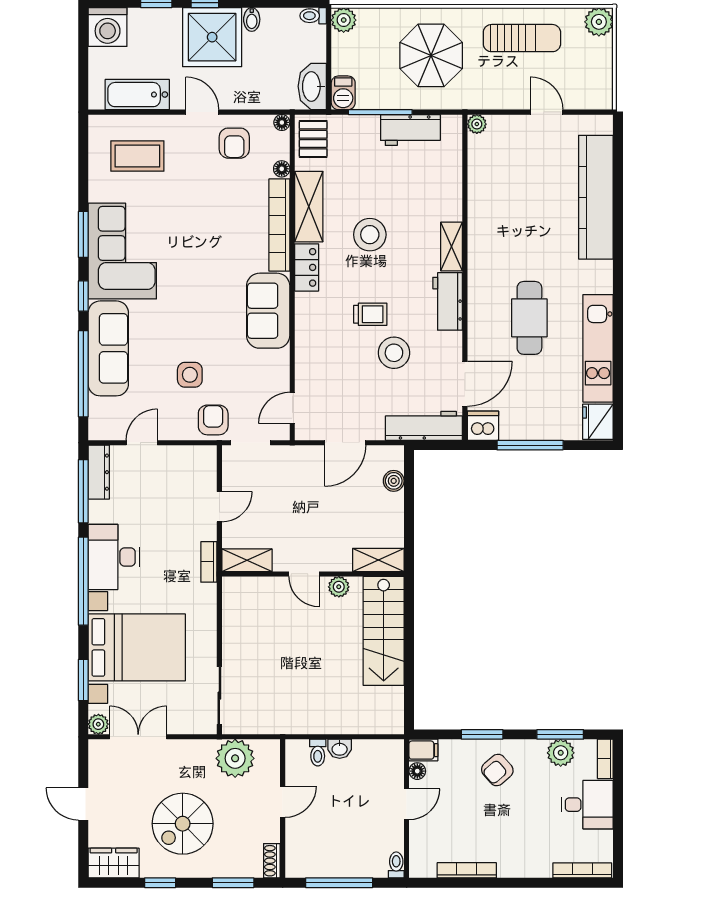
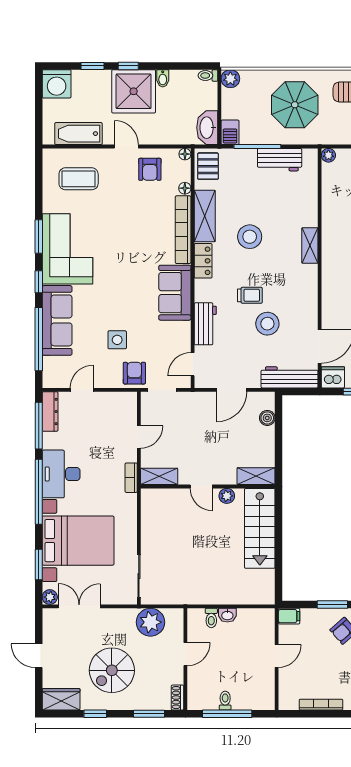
workbench: (448, 301) -> (205, 324), moved, turned 180
floor lamp: (417, 771) -> (285, 632), removed
toilet: (396, 865) -> (225, 701), moved

